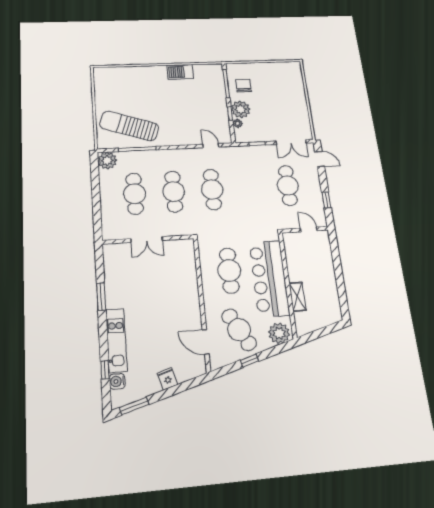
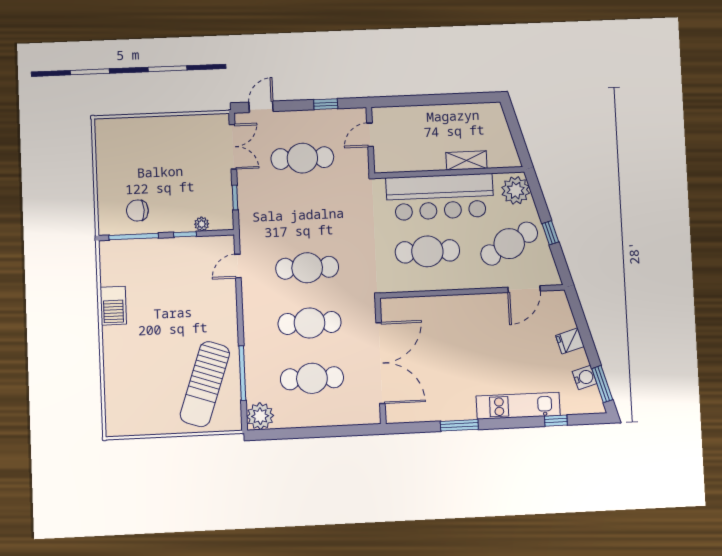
plant: (241, 109) -> (178, 218), removed
double door: (147, 240) -> (381, 363), width x1.87
water cooler: (117, 381) -> (585, 377), moved, turned -106

